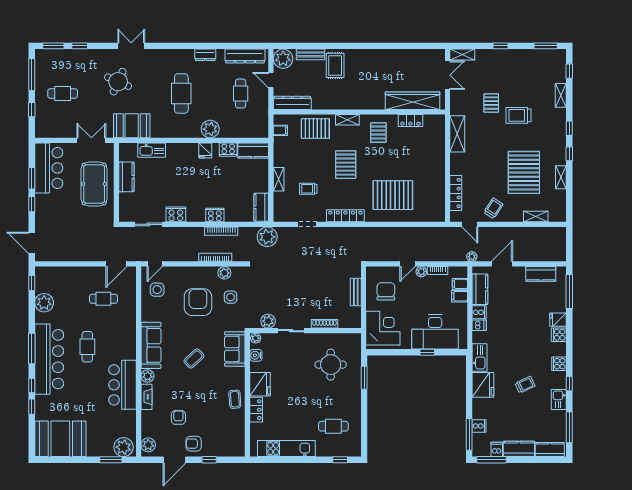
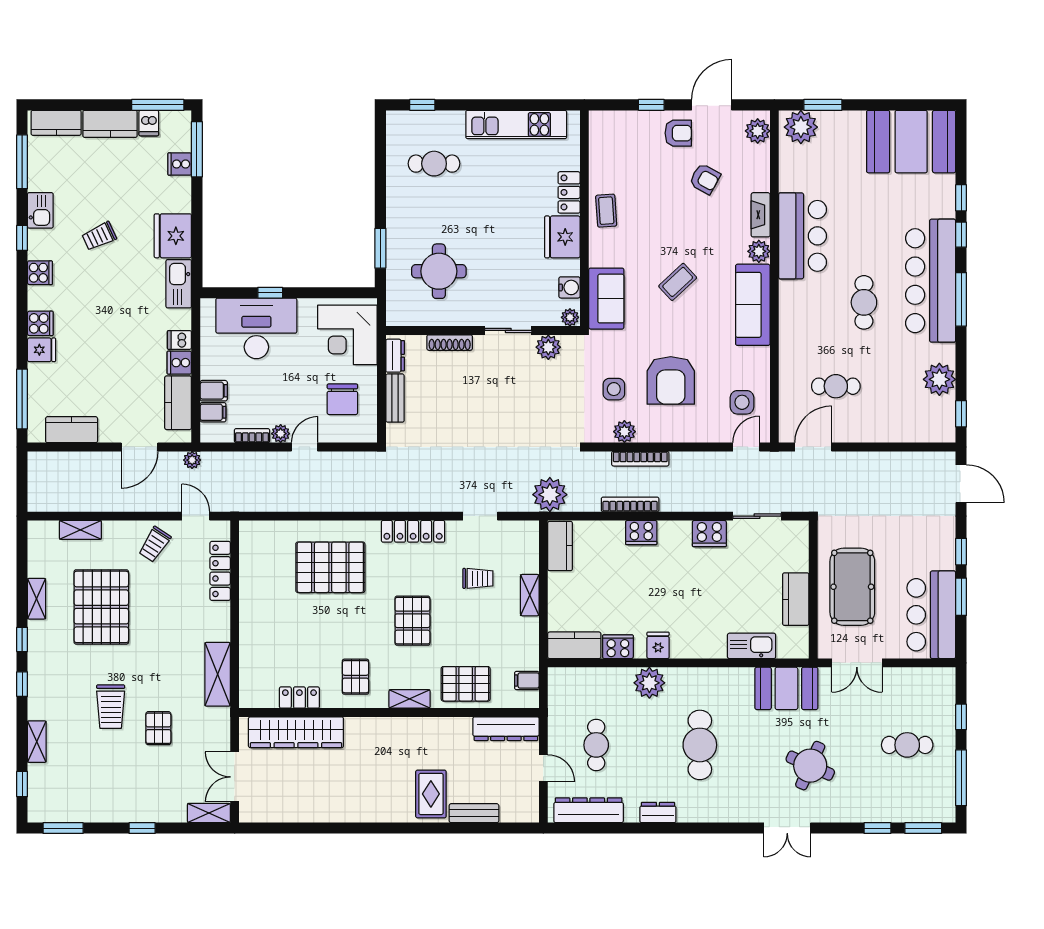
plant: (283, 59) -> (522, 806), removed
trolley: (519, 115) -> (111, 707), turned 90
dresser: (356, 316) -> (395, 356), added
armchair: (178, 417) -> (705, 179), turned -61

